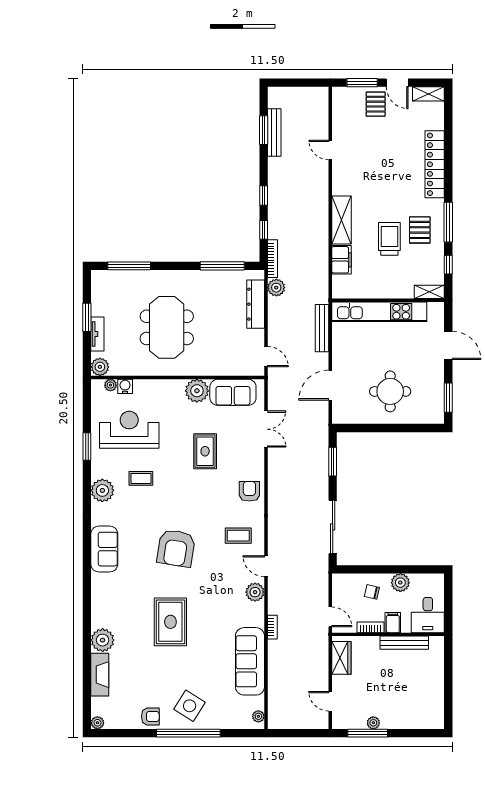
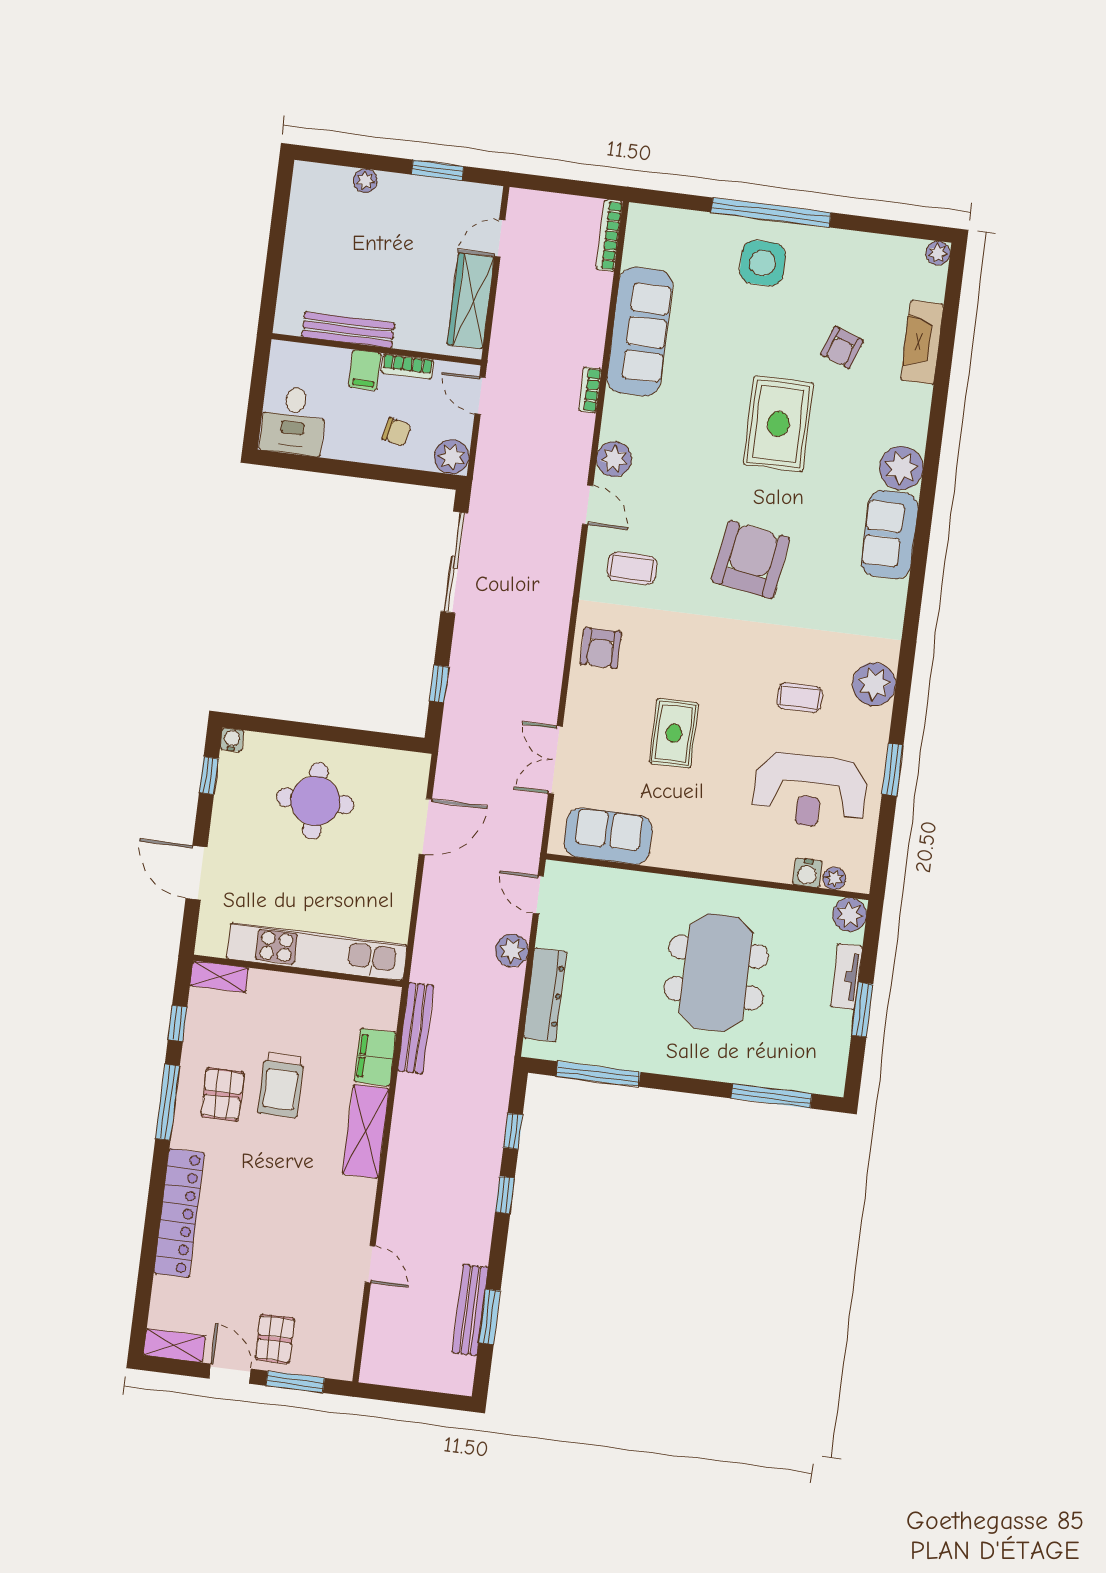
bookcase: (272, 259) -> (609, 235), moved
plant: (276, 288) -> (512, 950), moved
bench: (322, 328) -> (416, 1028), moved
plant: (197, 391) -> (675, 847), removed
window: (448, 398) -> (209, 776), width x0.67
water cooler: (438, 418) -> (232, 740), added
window: (333, 462) -> (439, 684), width x0.67
sofa: (104, 549) -> (890, 534), moved
plant: (400, 583) -> (452, 457), moved
desk: (428, 615) -> (293, 421), moved, turned 180
plant: (103, 640) -> (901, 468), moved
wardrobe: (341, 658) -> (471, 301), width x1.50
door: (330, 701) -> (500, 238), swing flipped
side table: (190, 706) -> (763, 263), turned -32
armchair: (150, 716) -> (842, 347), moved, turned -70
plant: (258, 716) -> (637, 227), removed
plant: (373, 723) -> (365, 181), moved
window: (368, 733) -> (438, 170), width x0.69

